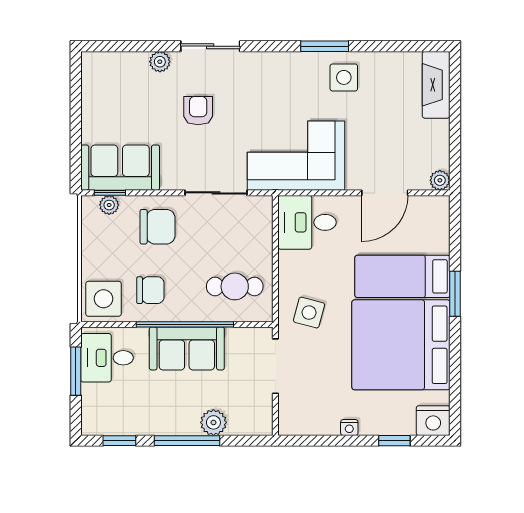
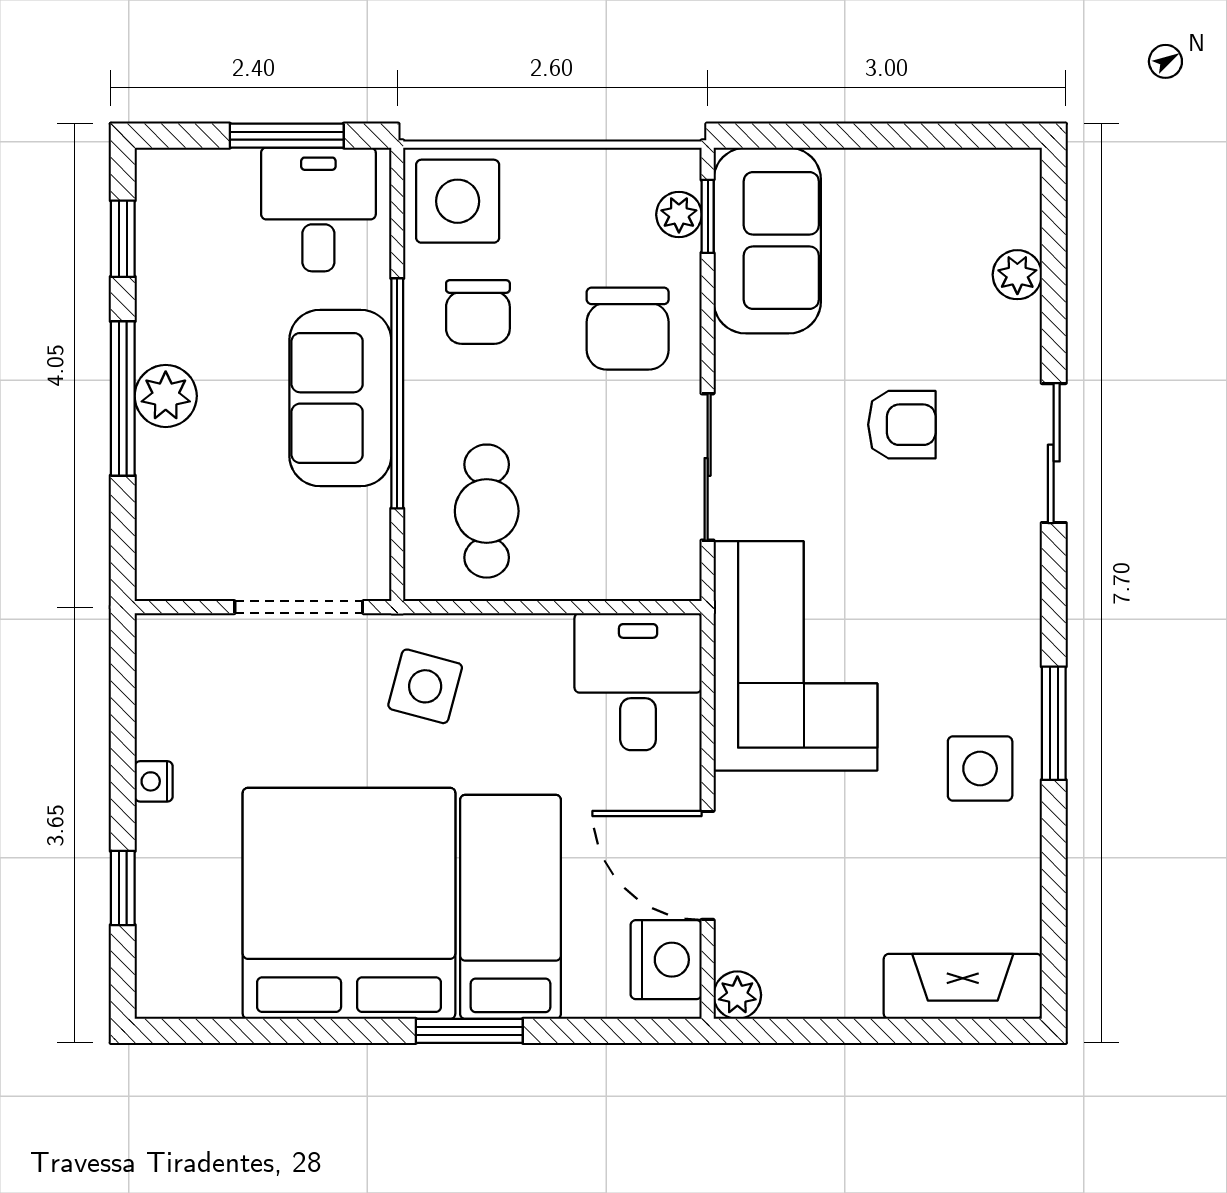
plant: (160, 62) -> (1017, 275), moved
nightstand: (433, 421) -> (666, 960), moved, turned 180
plant: (213, 422) -> (166, 396), moved

